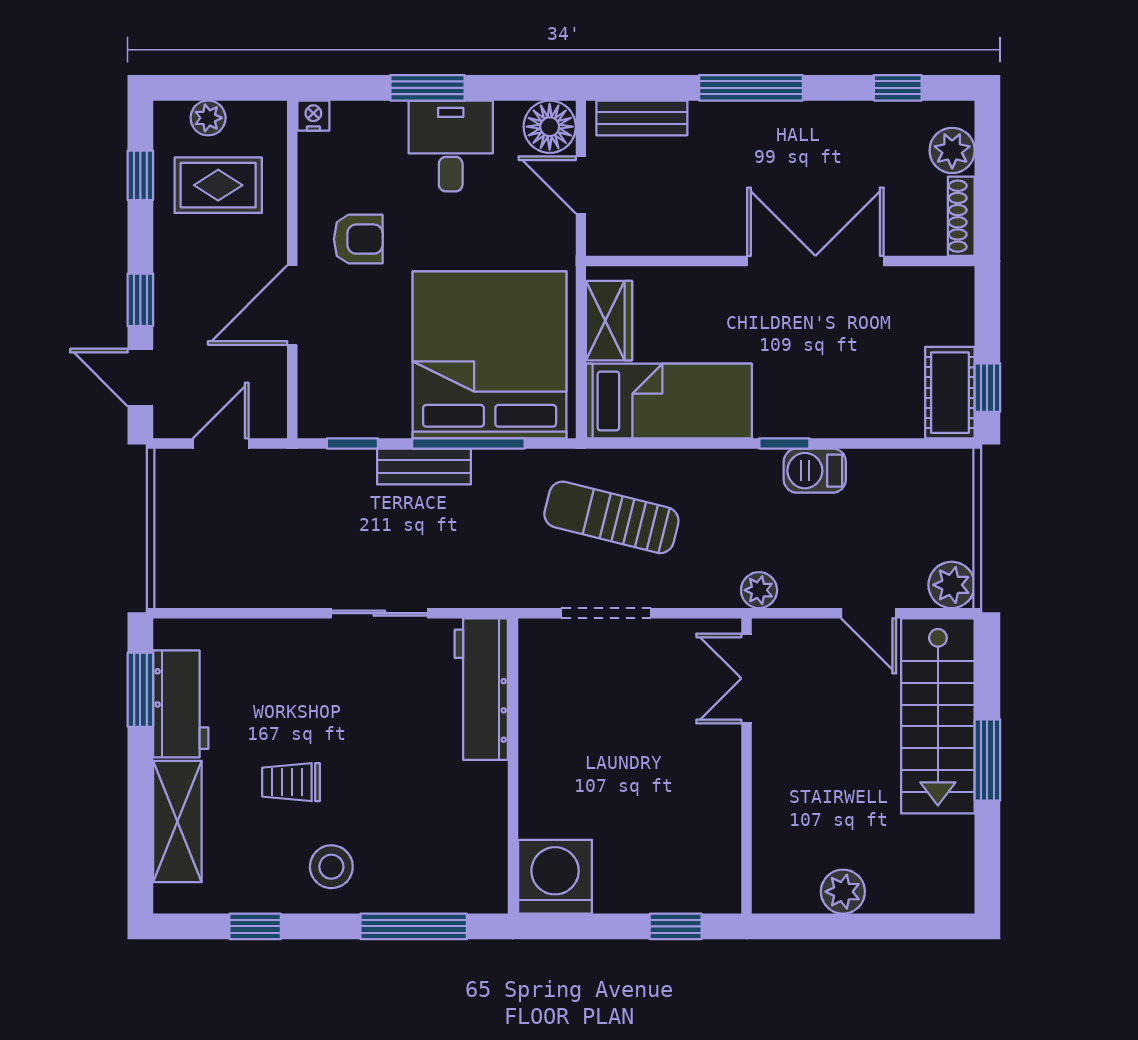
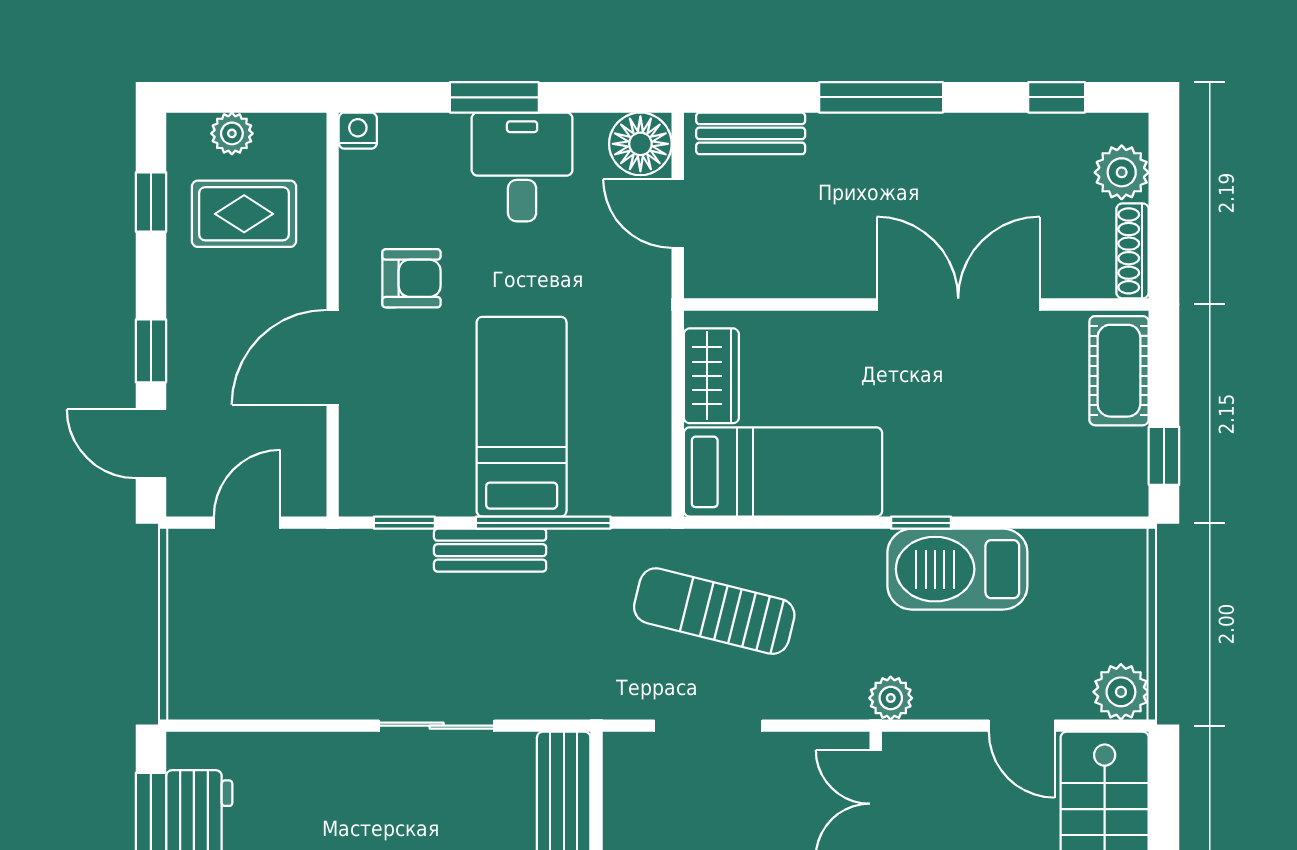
bed: (490, 355) -> (522, 417), width x0.49
cot: (950, 393) -> (1119, 371), moved
barbecue: (815, 471) -> (957, 569), width x1.88, depth x1.53

